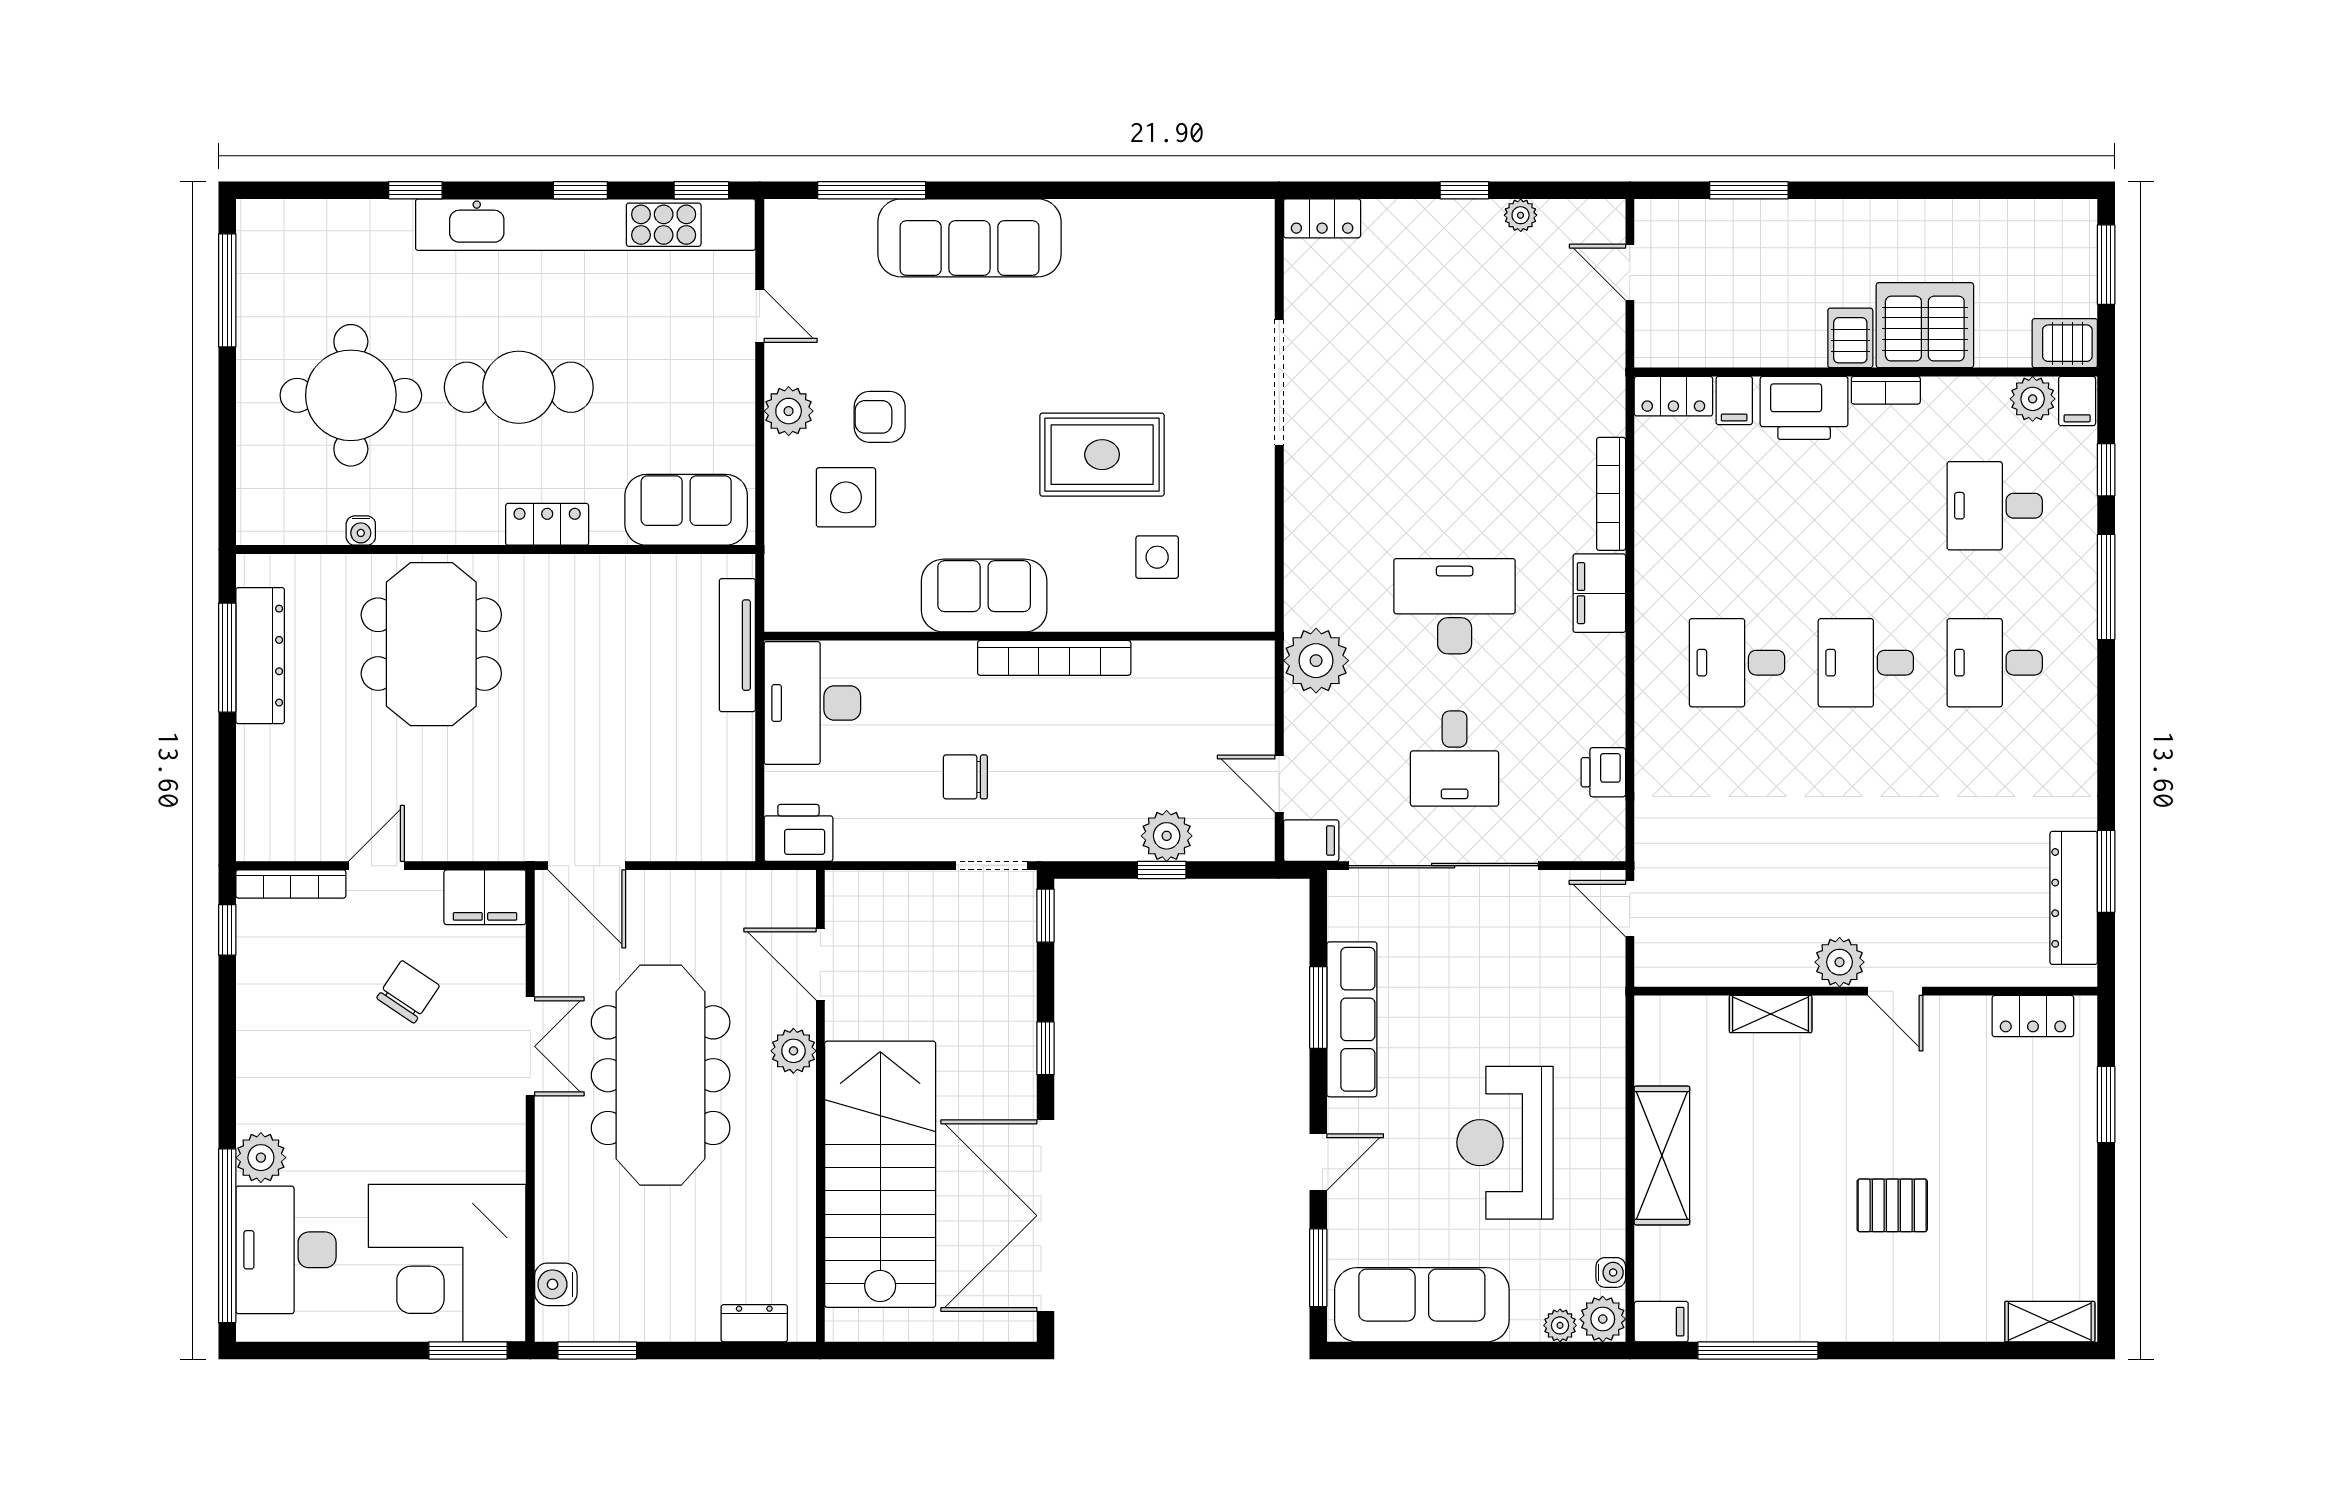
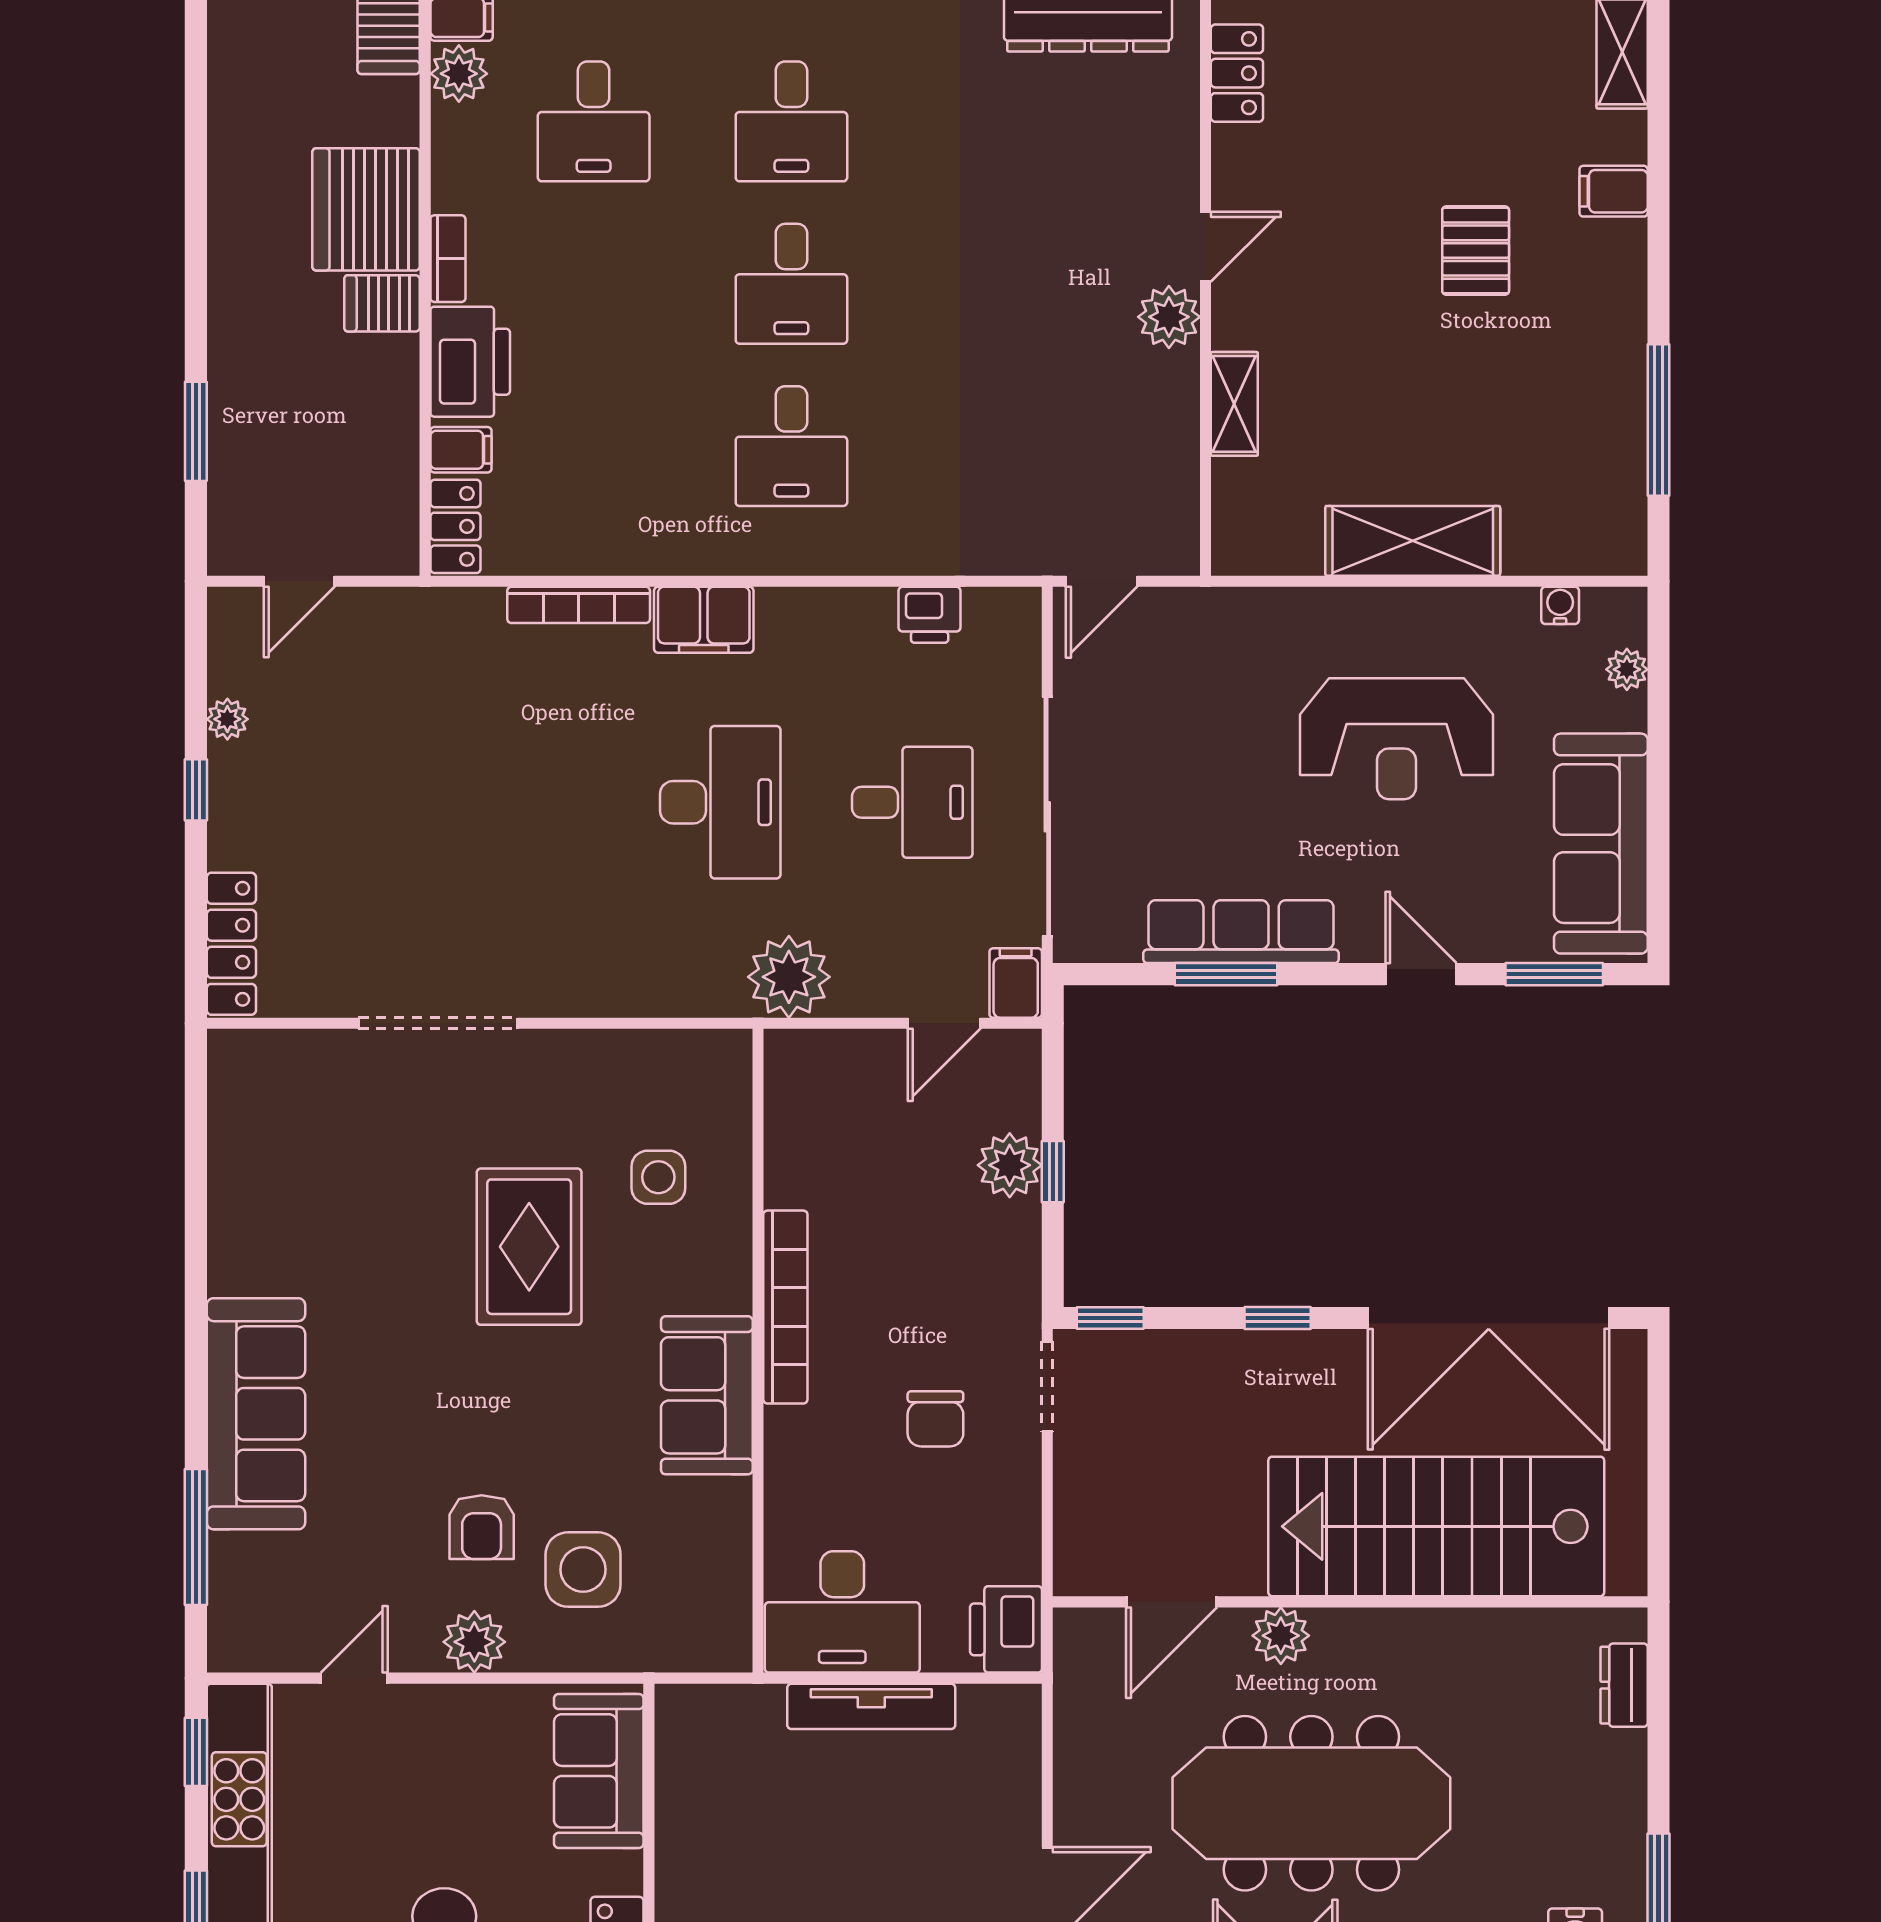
locker: (1322, 218) -> (231, 944), width x1.53
desk: (1455, 606) -> (720, 802), turned 180
tv unit: (737, 645) -> (871, 1706), moved
plant: (1603, 1319) -> (1619, 615), removed
filing cabinet: (1661, 1322) -> (1614, 191), moved, turned -90

